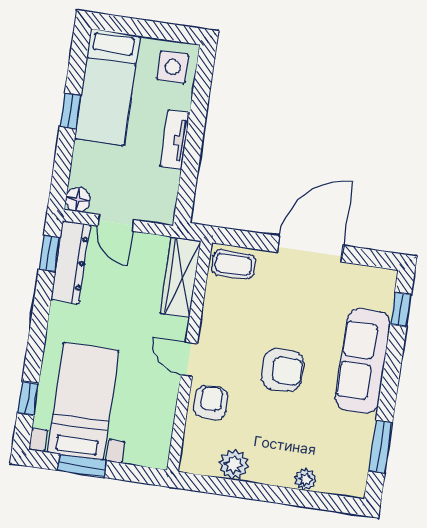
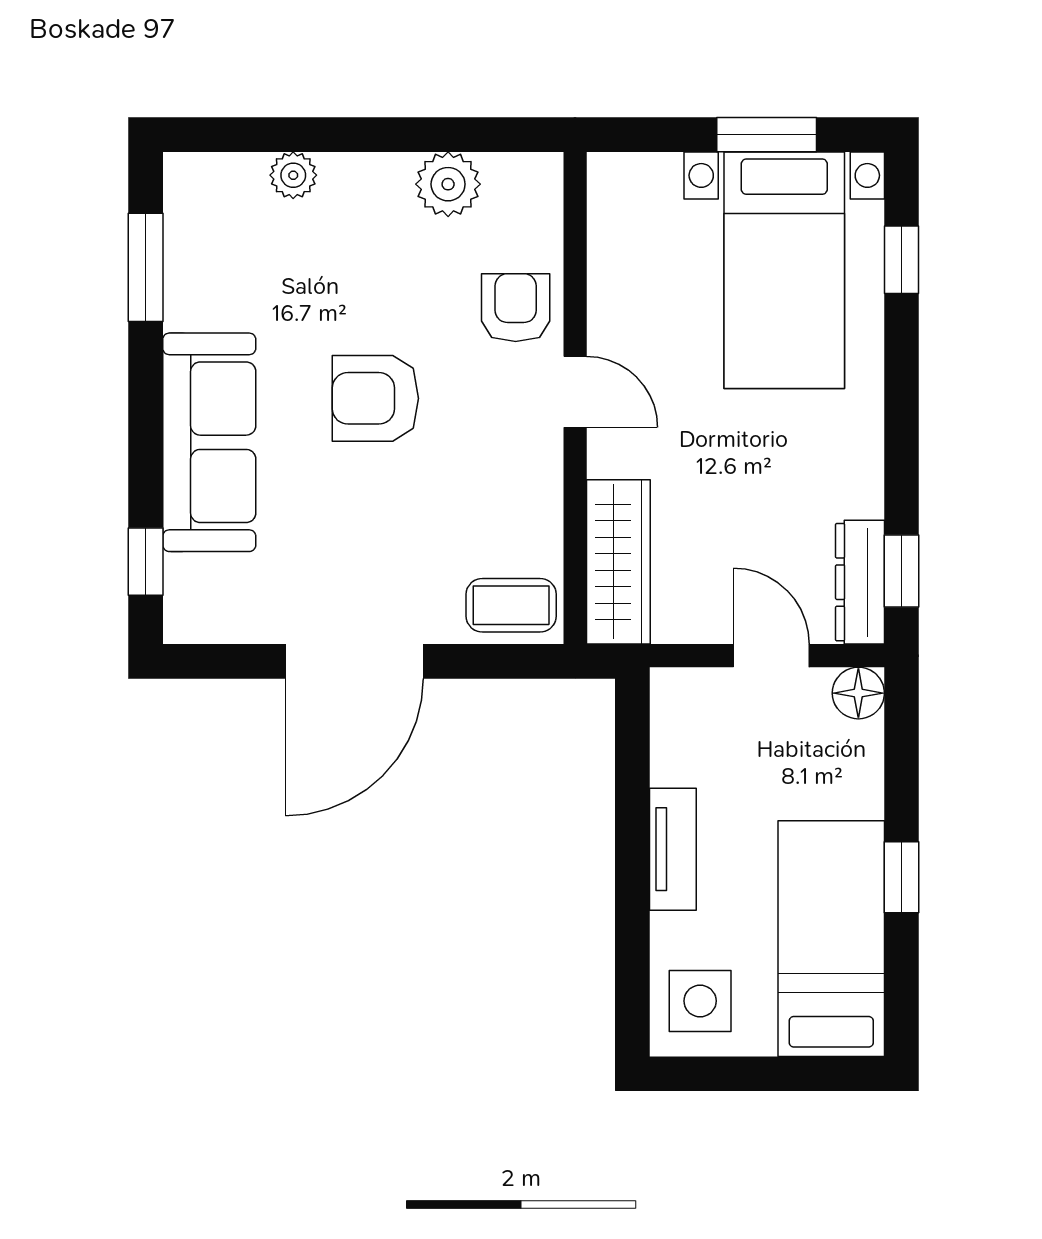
dresser: (71, 262) -> (860, 582), width x0.73, depth x0.80
armchair: (211, 403) -> (516, 308), turned 180

